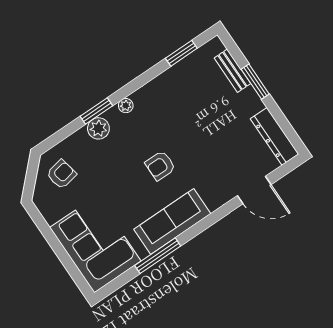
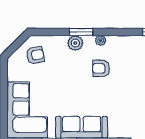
armchair: (160, 166) -> (101, 68), moved

